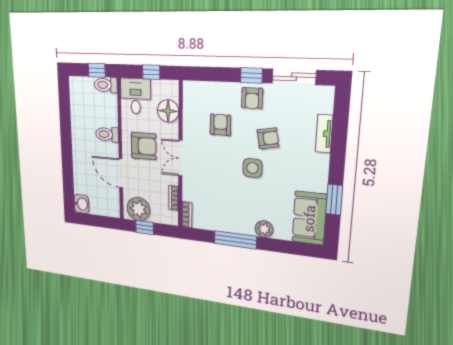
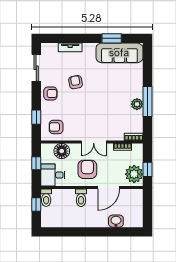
window: (251, 75) -> (36, 117), moved
armchair: (220, 125) -> (56, 127), moved
side table: (252, 168) -> (96, 91), removed
washbasin: (81, 204) -> (116, 221), moved
sofa: (309, 218) -> (119, 53), width x1.36
plant: (264, 229) -> (137, 104), moved

